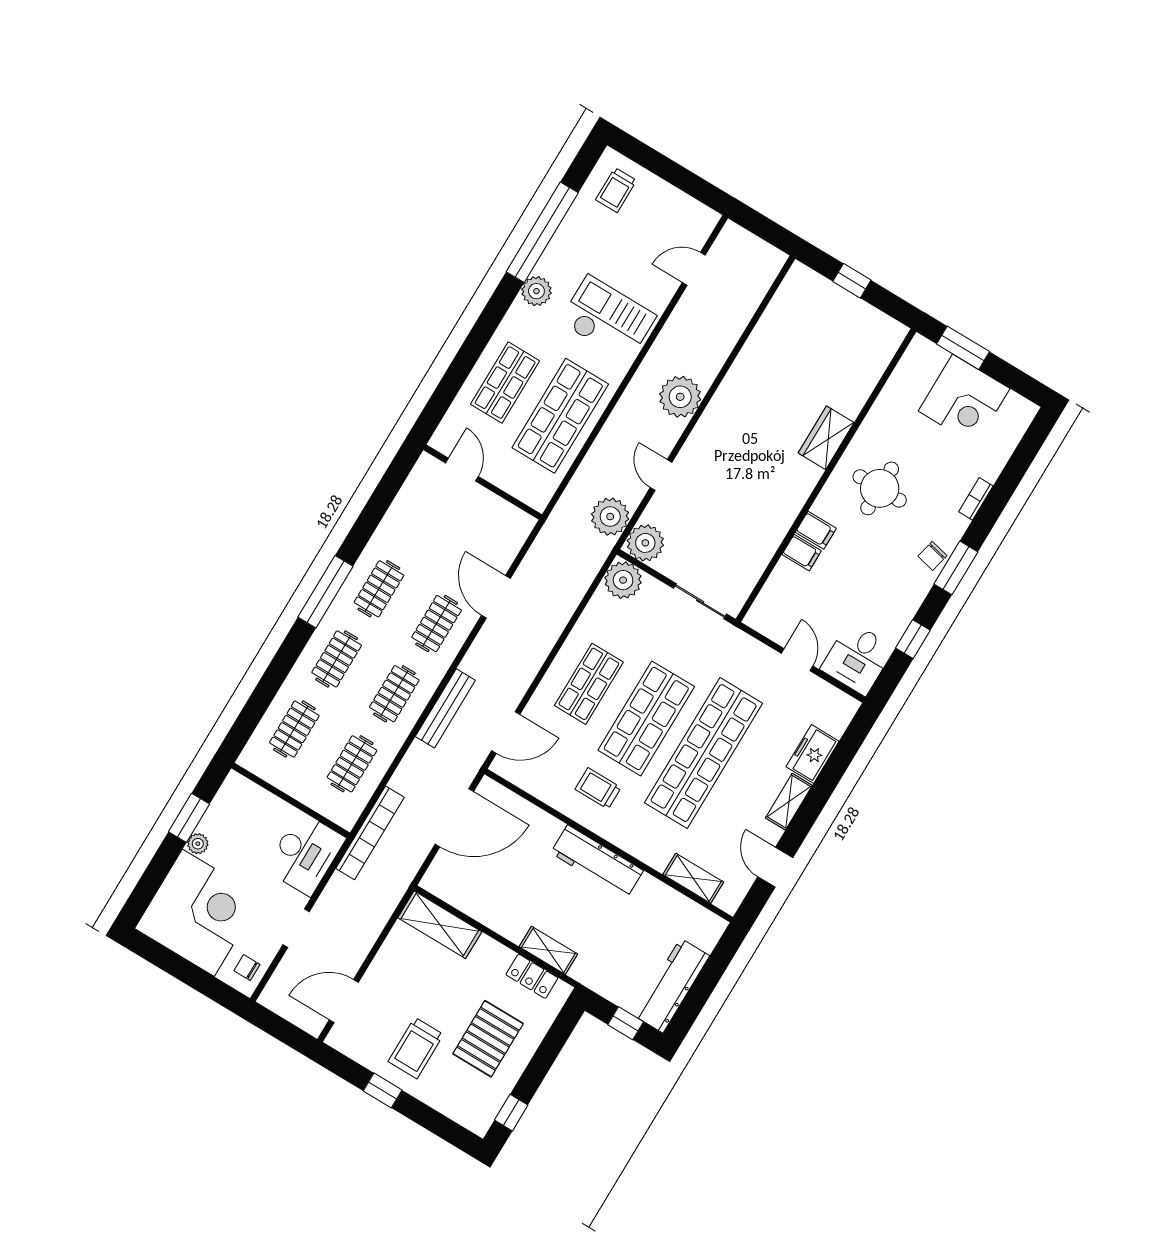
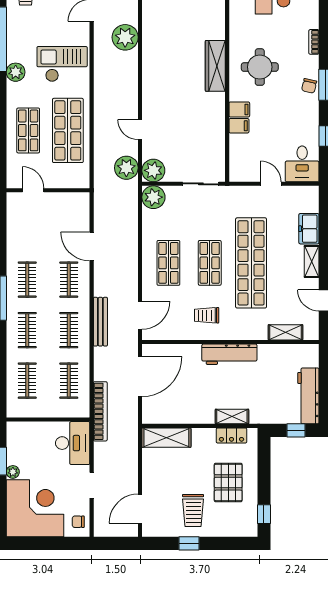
plant: (680, 397) -> (125, 37), moved
wardrobe: (826, 438) -> (215, 66), width x1.50
shop shelf: (646, 718) -> (210, 263), width x0.70, depth x0.74

